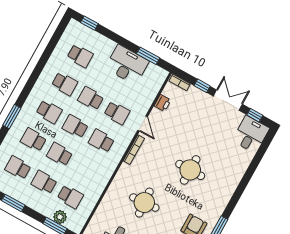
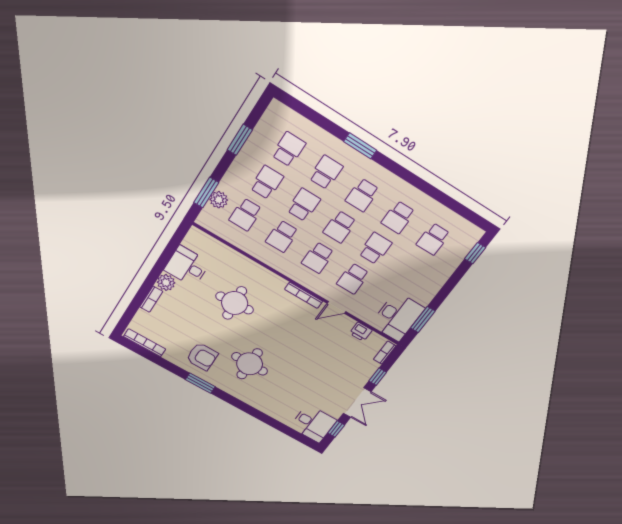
desk: (127, 65) -> (397, 317), moved
school desk: (75, 126) -> (340, 227), turned 180
school desk: (101, 141) -> (318, 258), turned 180
school desk: (86, 169) -> (282, 236), added
round table: (190, 170) -> (250, 364), moved

